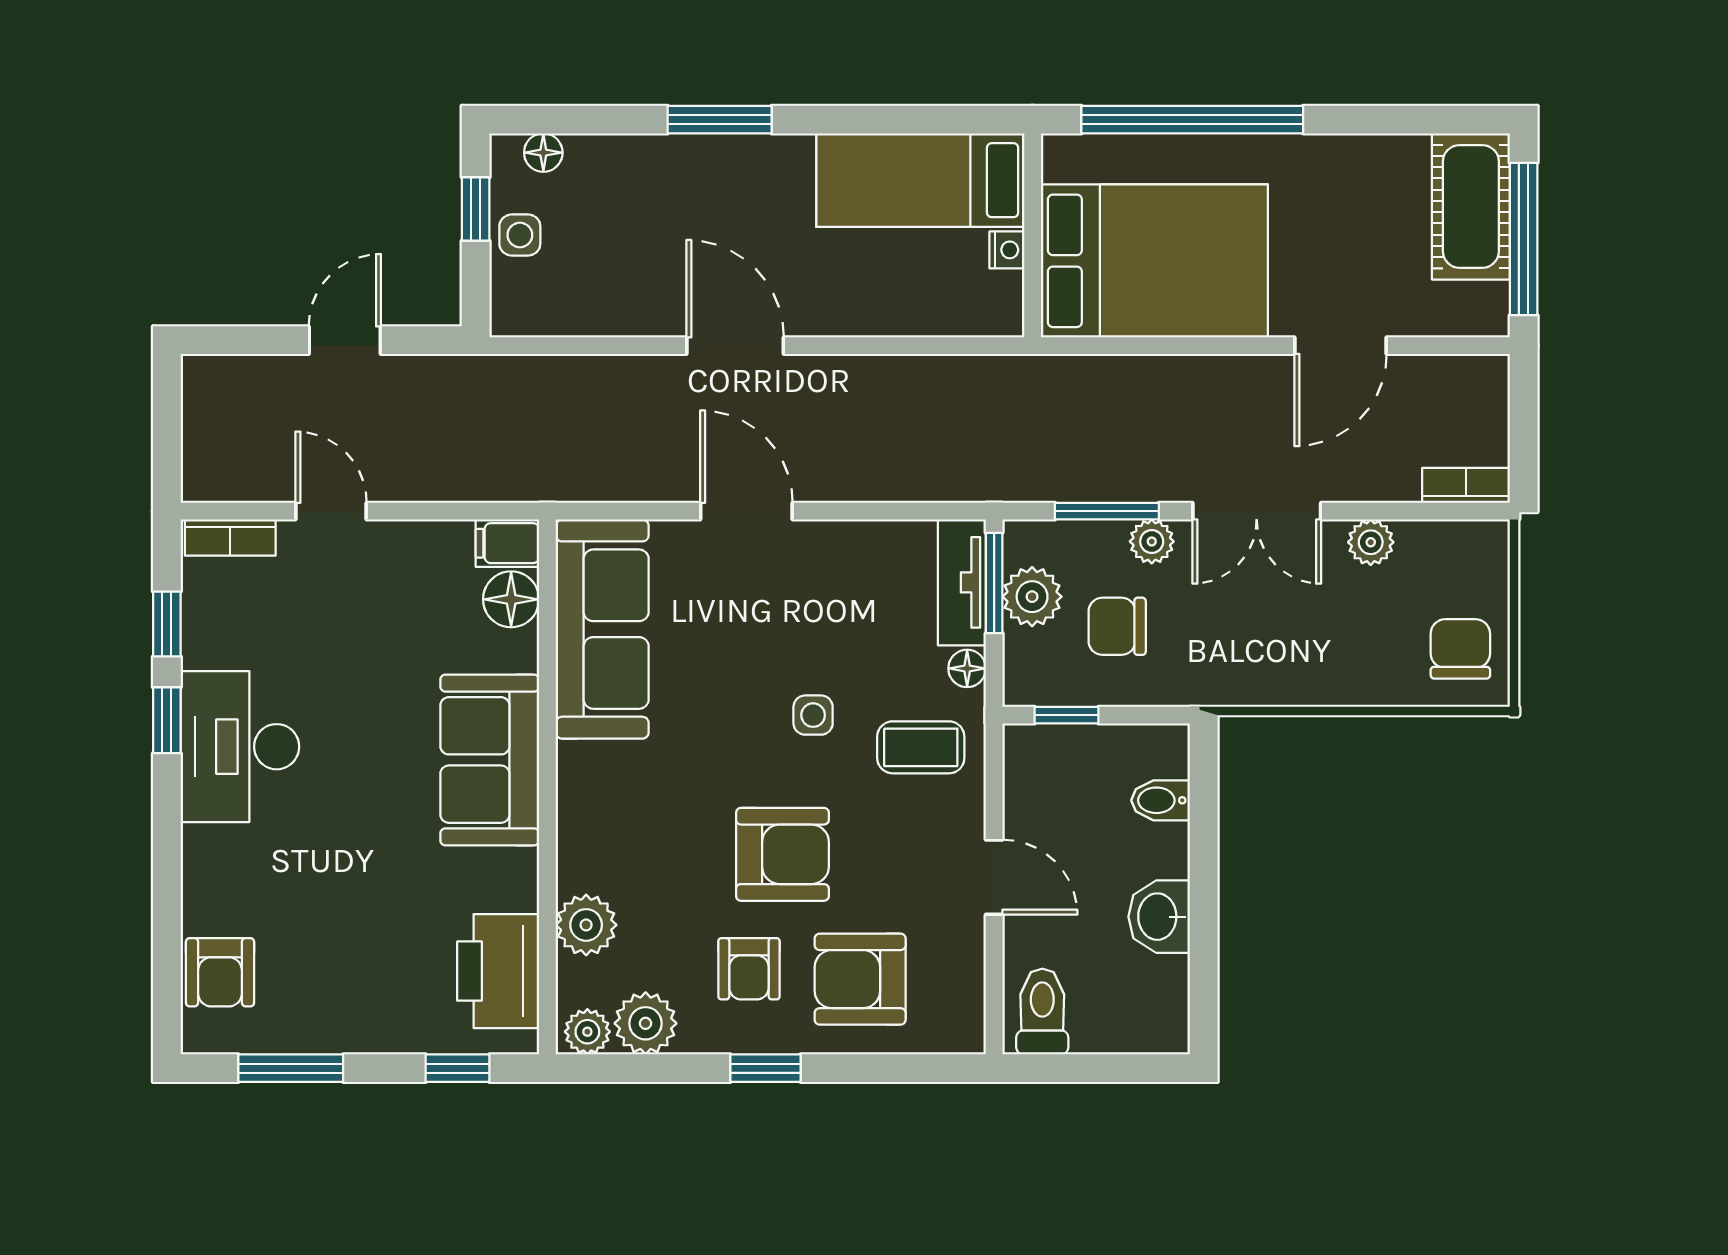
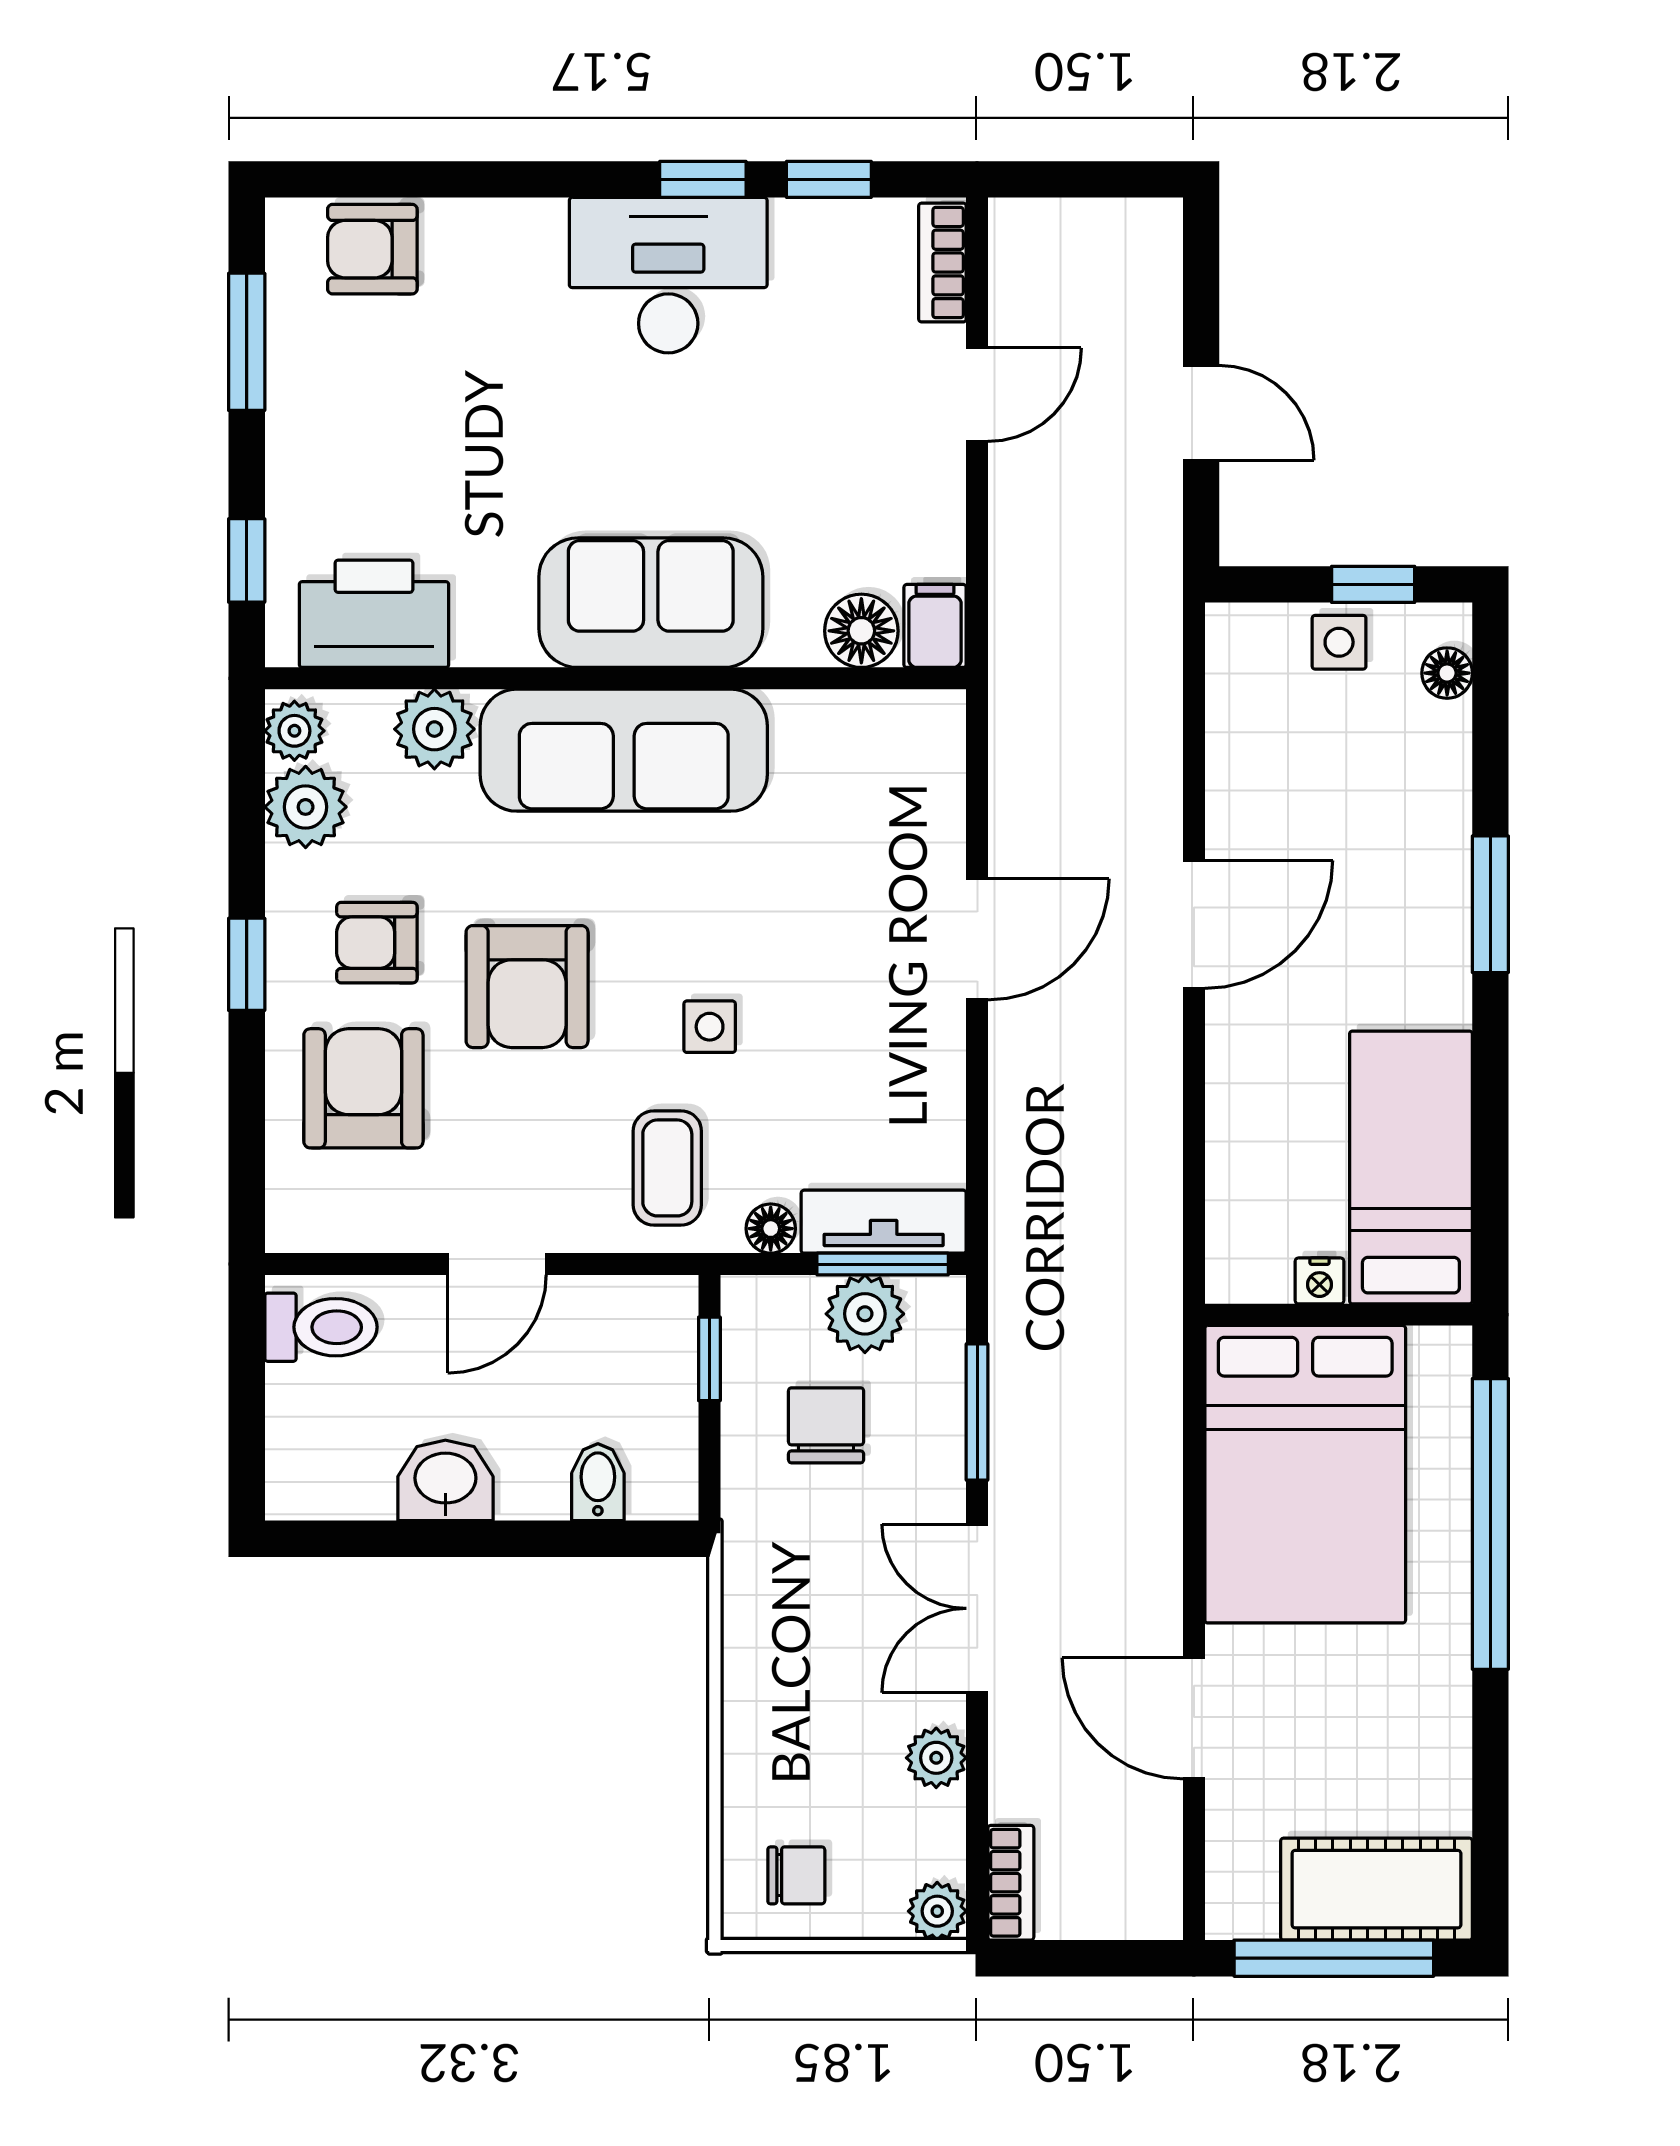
plant: (1152, 541) -> (937, 1911), moved
sofa: (602, 629) -> (624, 750), moved
chair: (1460, 649) -> (796, 1875), width x0.73, depth x0.73

